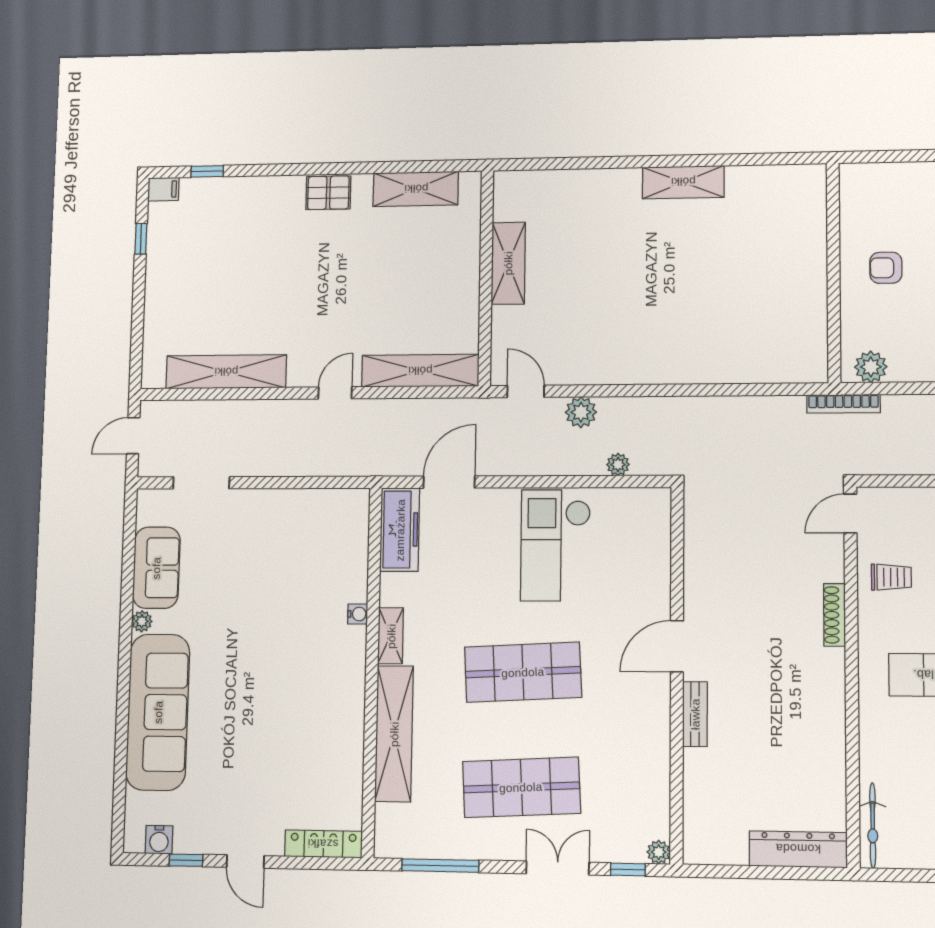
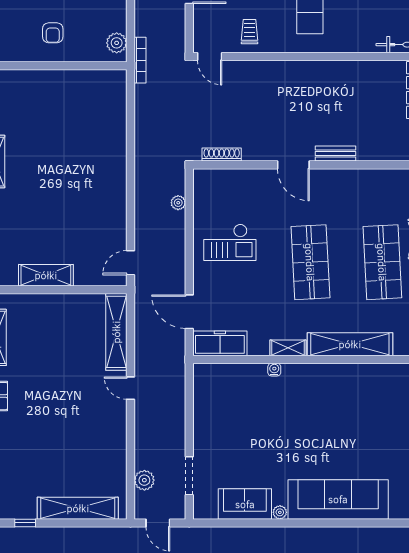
shelving: (226, 372) -> (78, 508), moved, turned 90
plant: (581, 412) -> (144, 480), moved
checkout: (556, 545) -> (230, 242), width x0.73, depth x0.83
shoe rack: (834, 615) -> (222, 155), moved, turned 180

